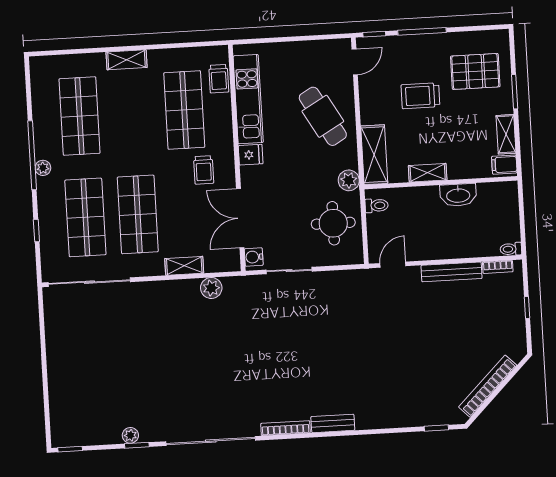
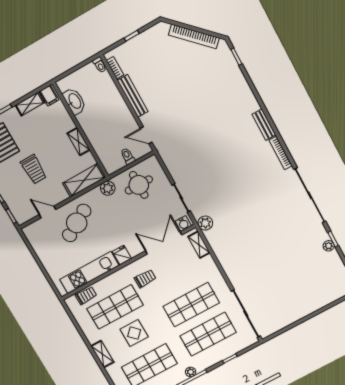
door: (355, 62) -> (47, 212), moved
display table: (135, 118) -> (134, 333), added
washbasin: (458, 195) -> (74, 101), moved
toilet: (377, 205) -> (128, 156), moved
double door: (240, 218) -> (164, 243), swing flipped
shelving: (184, 266) -> (199, 245), moved
plant: (211, 288) -> (205, 223), moved

